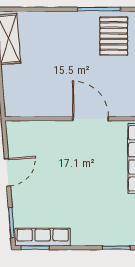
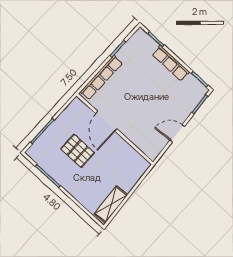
pallet: (114, 36) -> (78, 151), moved, turned 90
row of seats: (43, 237) -> (171, 63), moved

